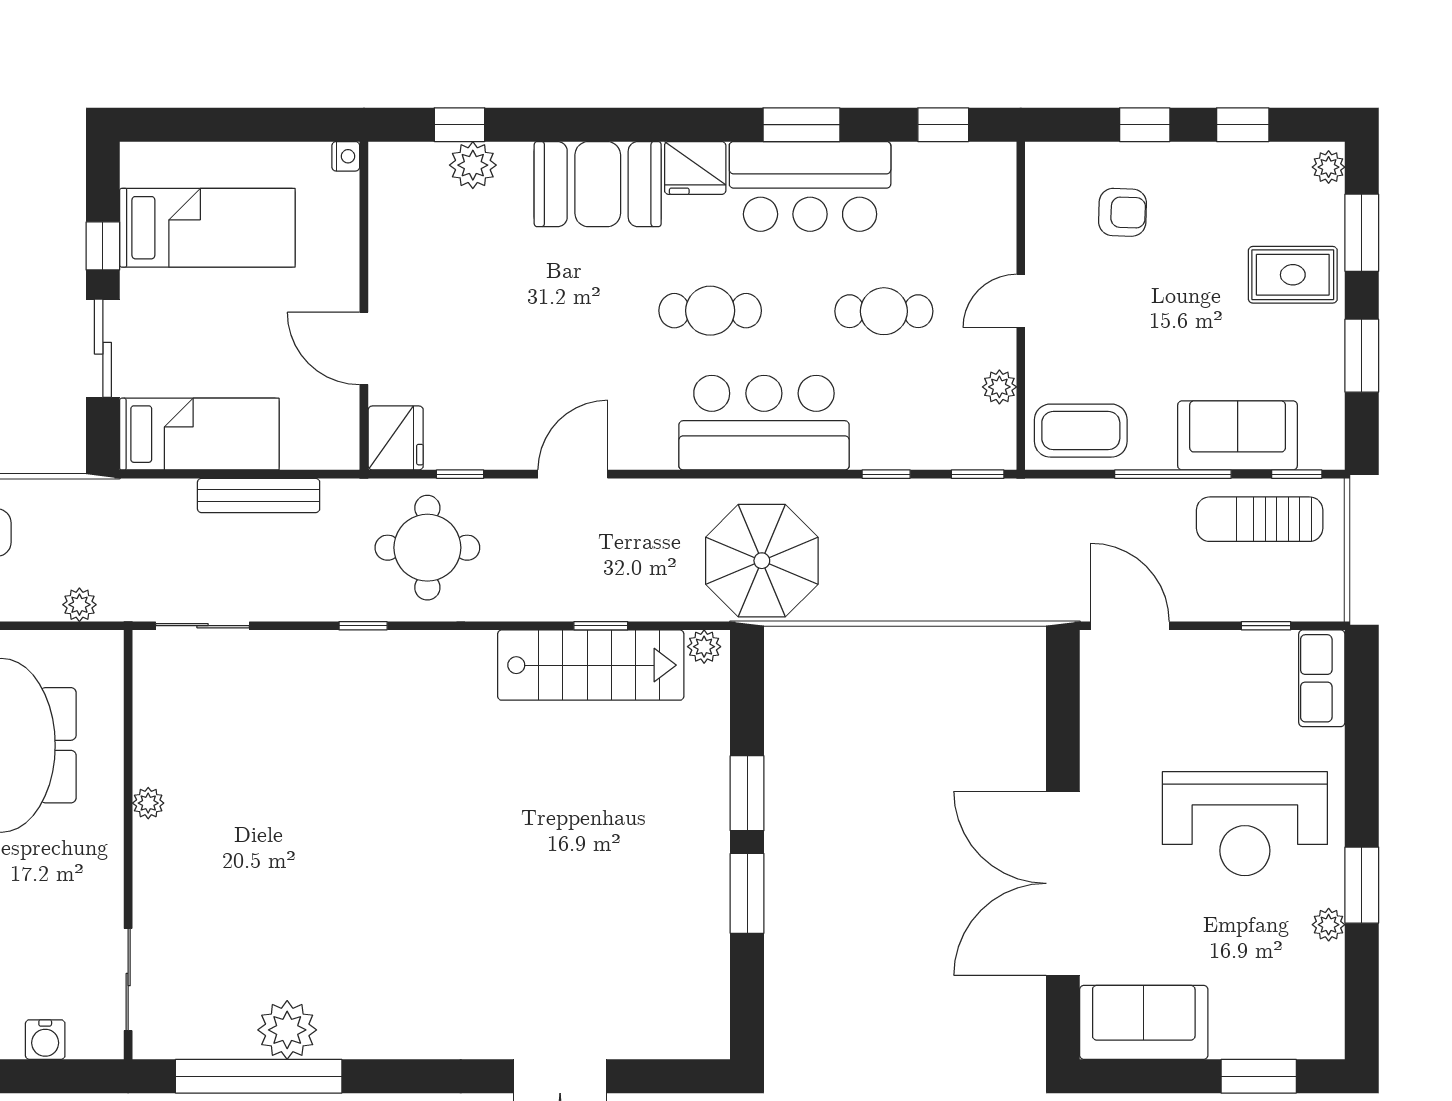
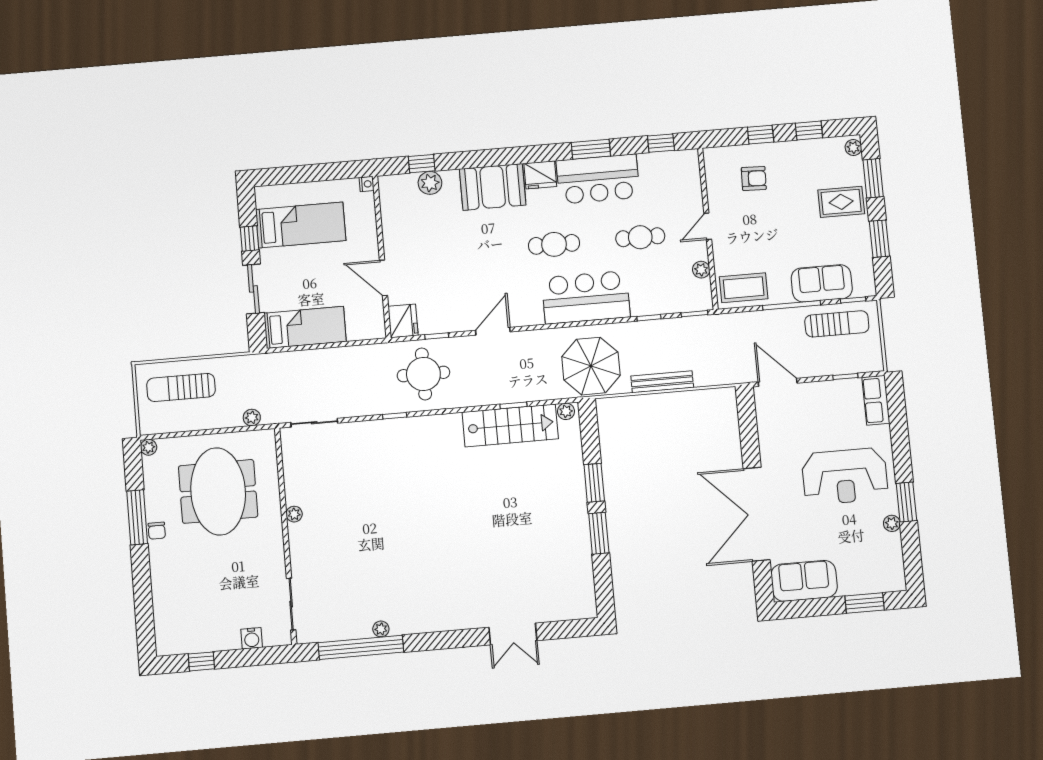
bench: (259, 496) -> (662, 382), moved
sun lounger: (1260, 519) -> (837, 324), turned 180
plant: (287, 1030) -> (381, 629), width x0.53, depth x0.53

